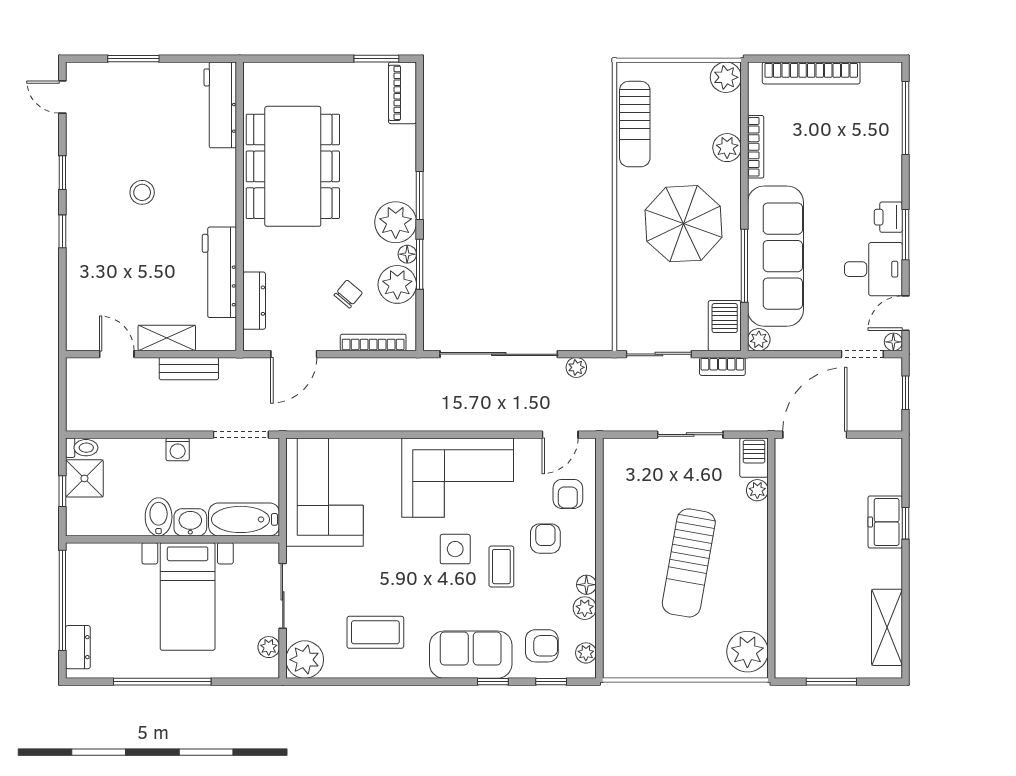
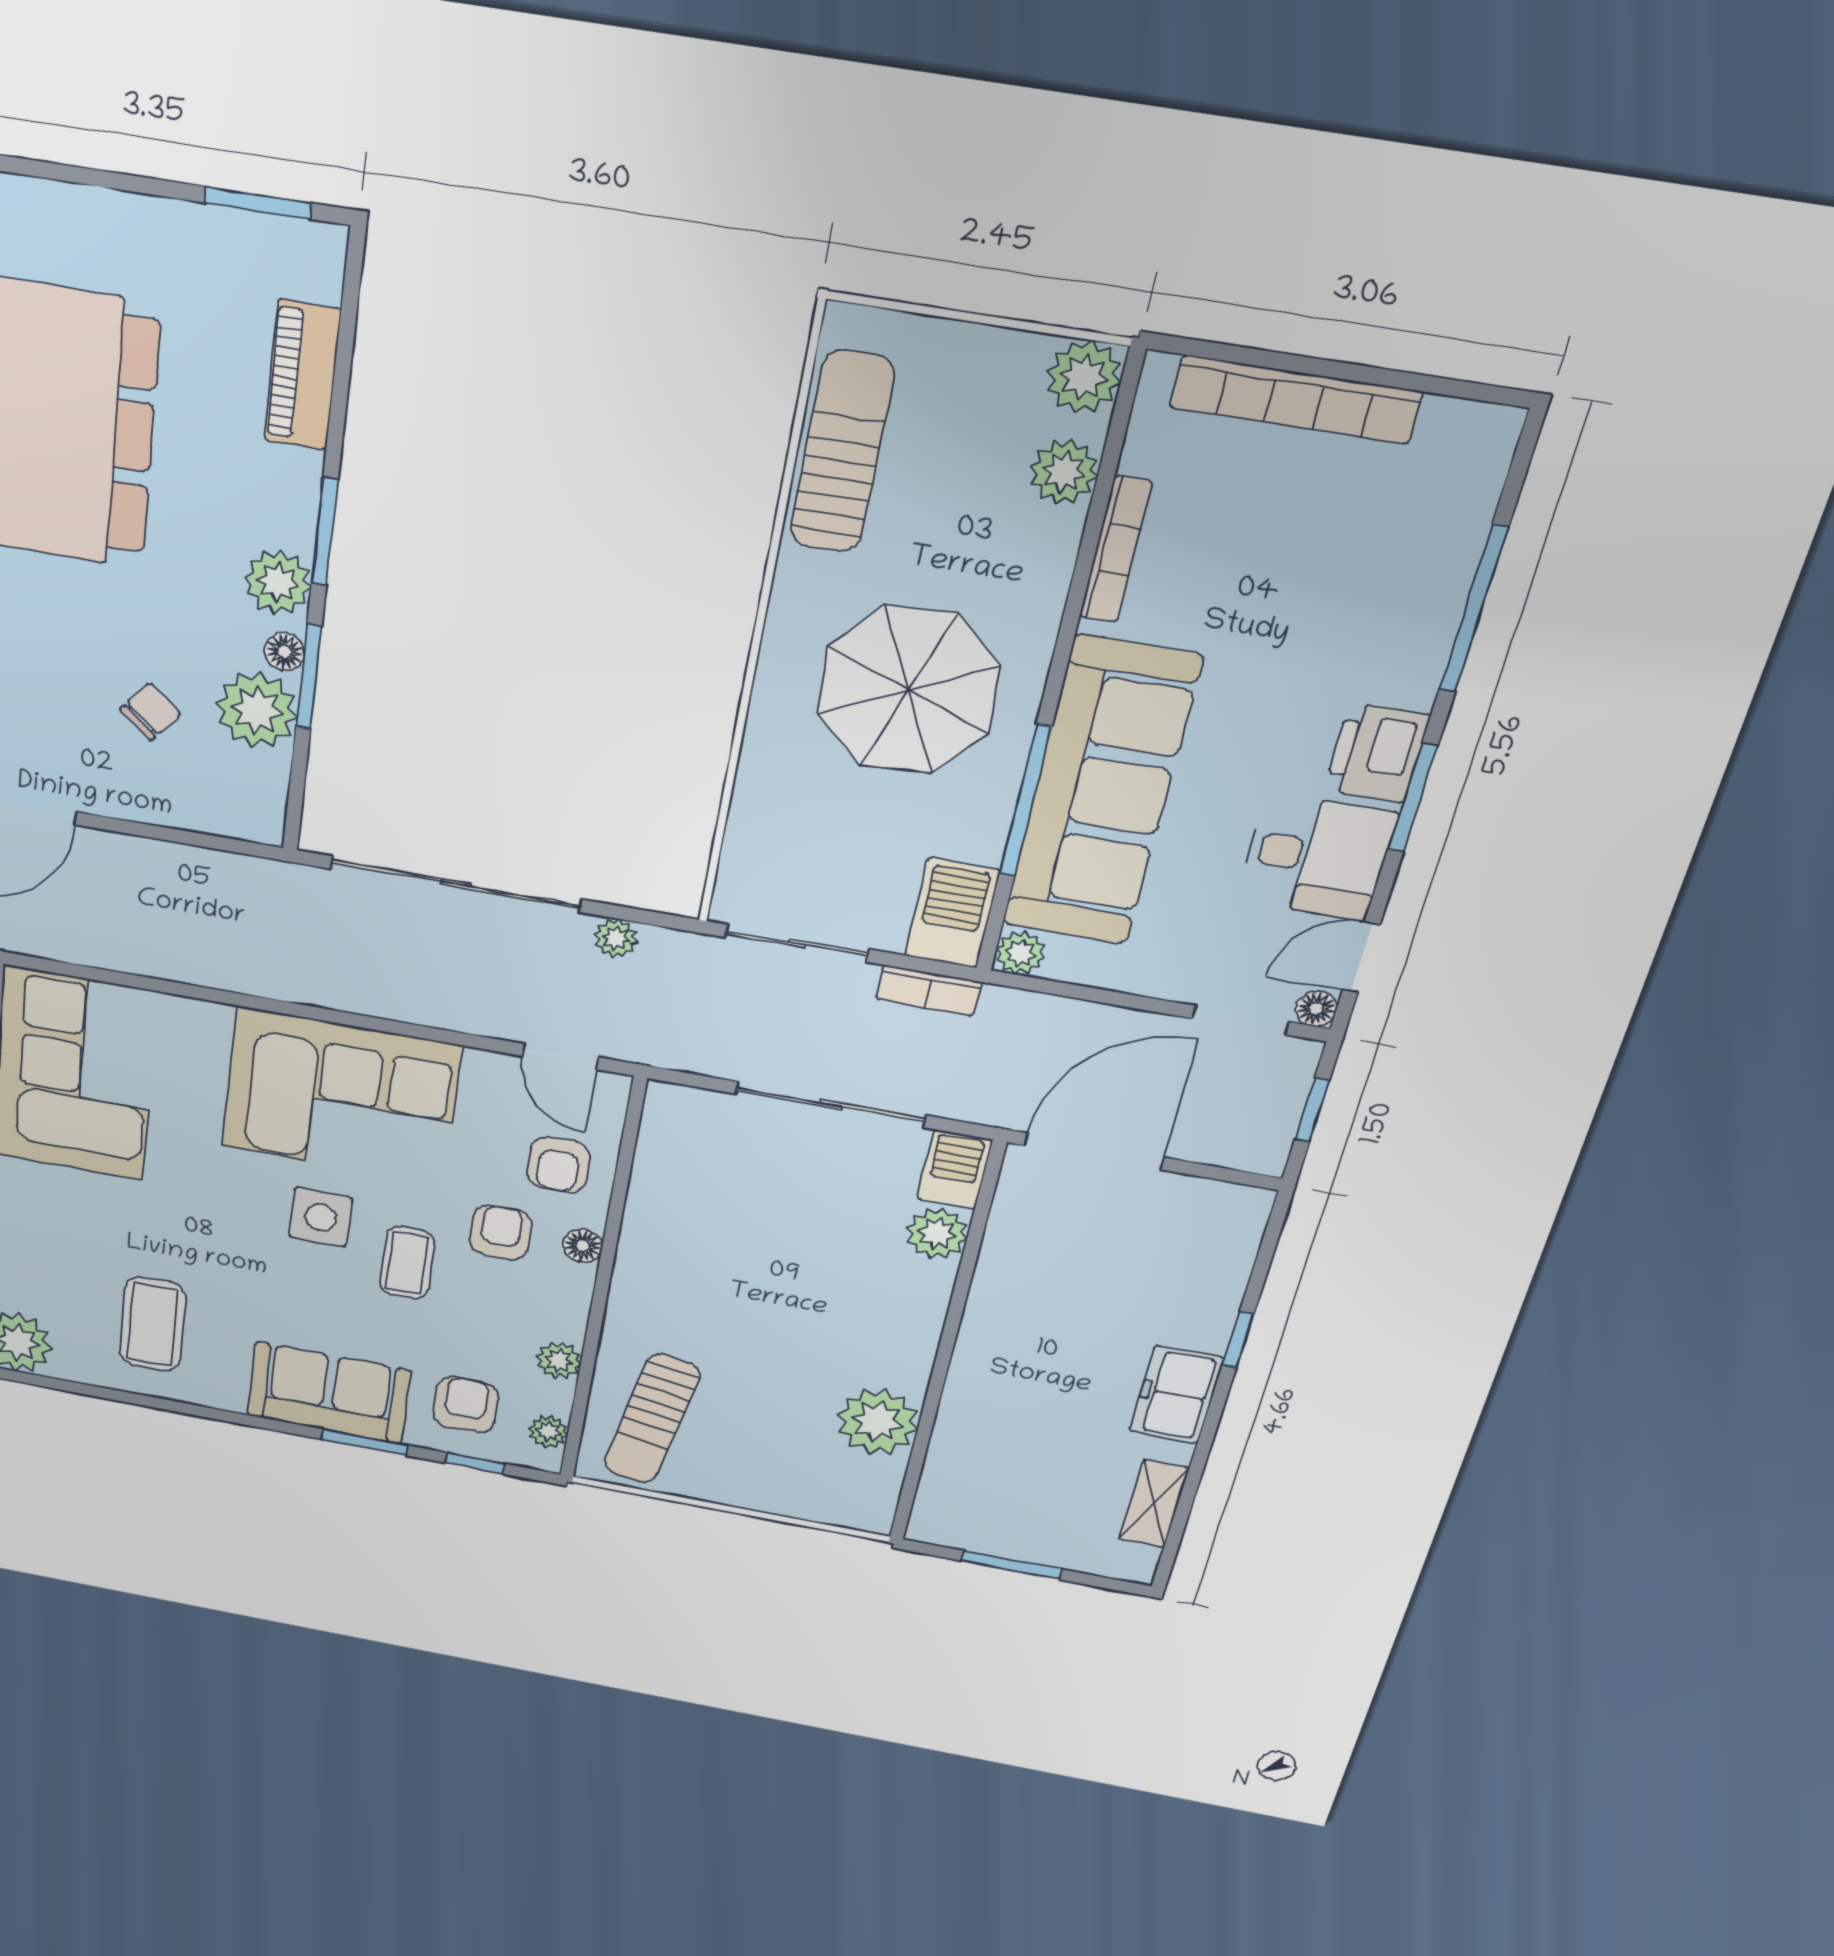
piano: (402, 93) -> (302, 375), moved
window: (905, 118) -> (1474, 609), moved
sun lounger: (635, 124) -> (842, 452), turned 180
plant: (727, 148) -> (1064, 472), moved
printer: (888, 217) -> (1377, 753), width x1.36, depth x1.24
plant: (396, 222) -> (278, 582), width x0.73, depth x0.73
bookcase: (373, 342) -> (195, 816), removed
door: (560, 435) -> (560, 1057), hinge flipped
sliding door: (690, 435) -> (831, 1105), width x1.37
plant: (757, 490) -> (937, 1233), width x1.38, depth x1.38
freezer: (885, 522) -> (1176, 1395), moved
sun lounger: (689, 563) -> (652, 1419), moved, width x0.73, depth x0.75
floor lamp: (586, 585) -> (583, 1246), moved
shelving: (887, 627) -> (1154, 1504), width x0.67, depth x0.75
coffee table: (375, 632) -> (153, 1324), turned 90
armchair: (542, 646) -> (466, 1405), turned -90
plant: (747, 652) -> (877, 1422), moved
window: (493, 682) -> (365, 1442), width x1.50

